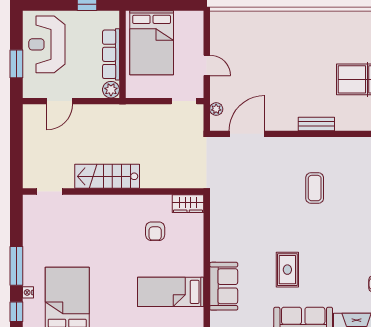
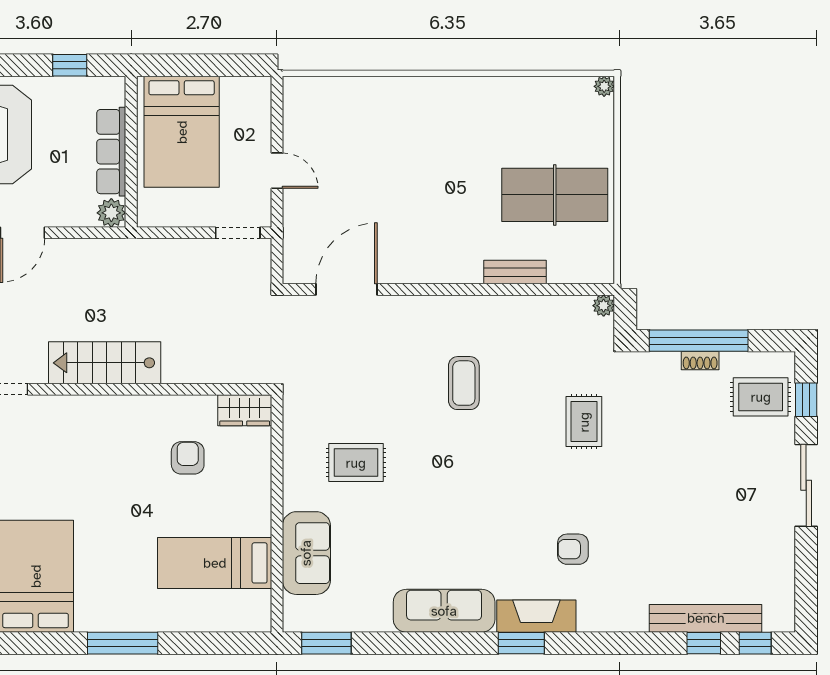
plant: (216, 109) -> (293, 246), removed
bench: (316, 124) -> (515, 272), moved
armchair: (155, 231) -> (188, 458), turned 180
rug: (287, 270) -> (356, 463), moved, turned 90

